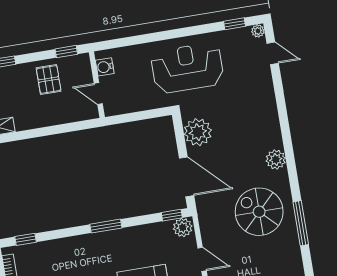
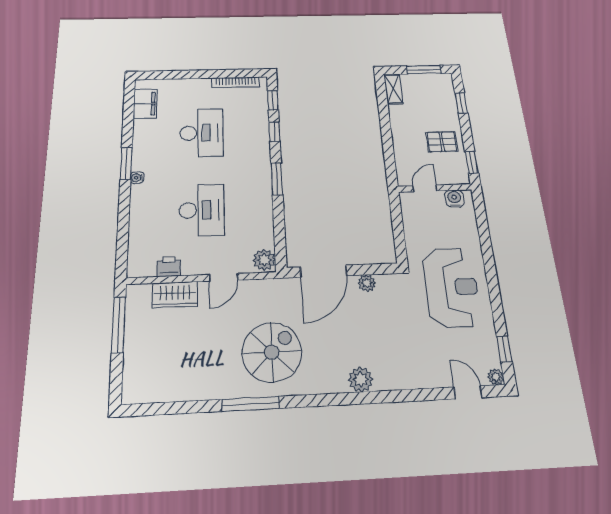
door: (273, 53) -> (468, 392), swing flipped
plant: (198, 132) -> (367, 283), width x0.53, depth x0.53
plant: (276, 160) -> (361, 379), moved
window: (172, 215) -> (274, 131), moved

